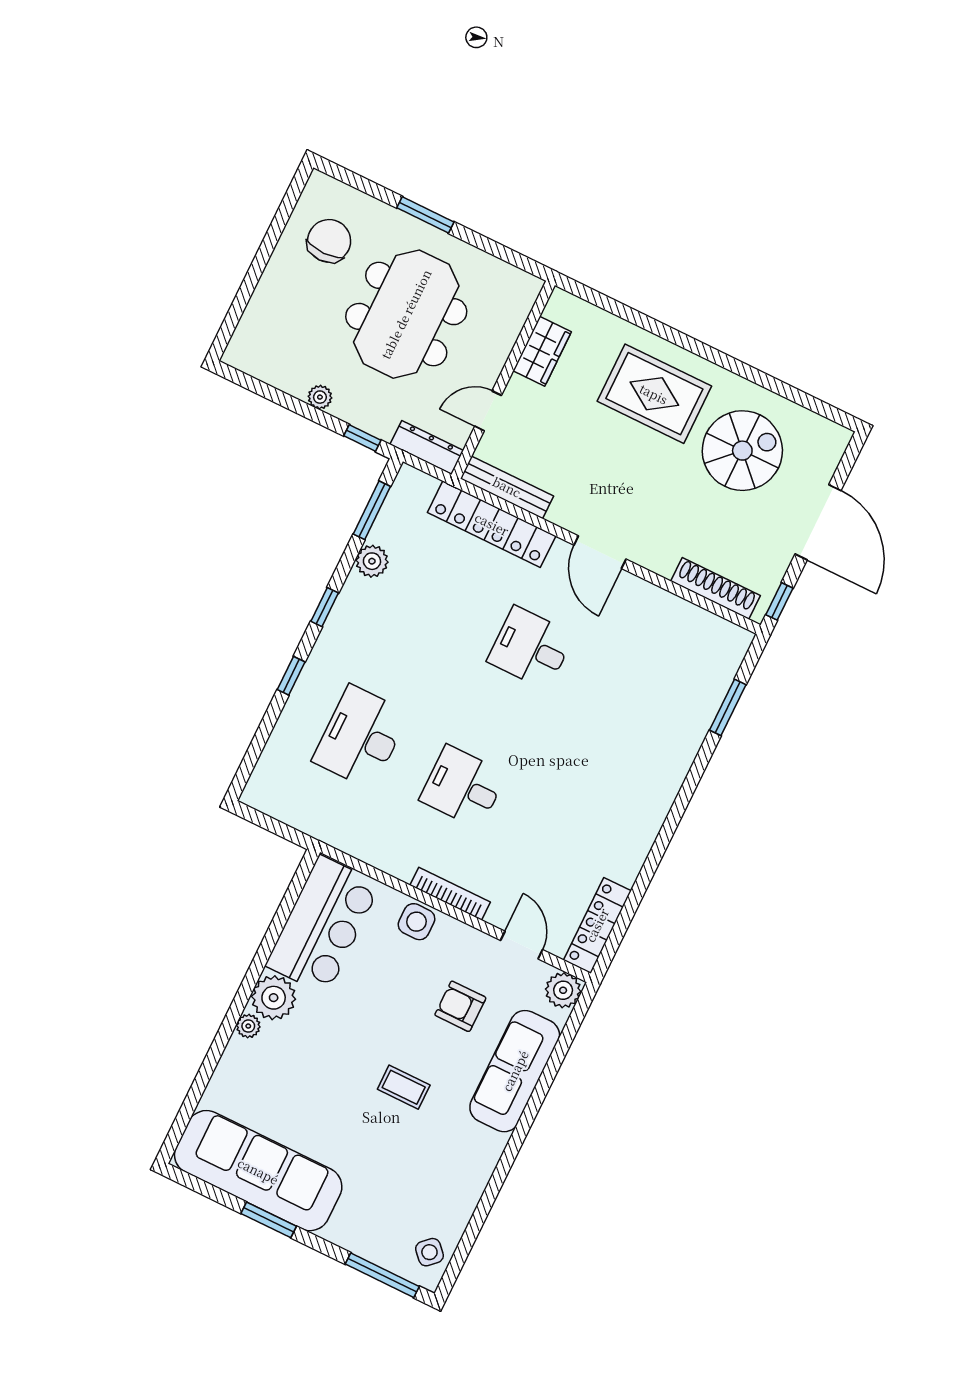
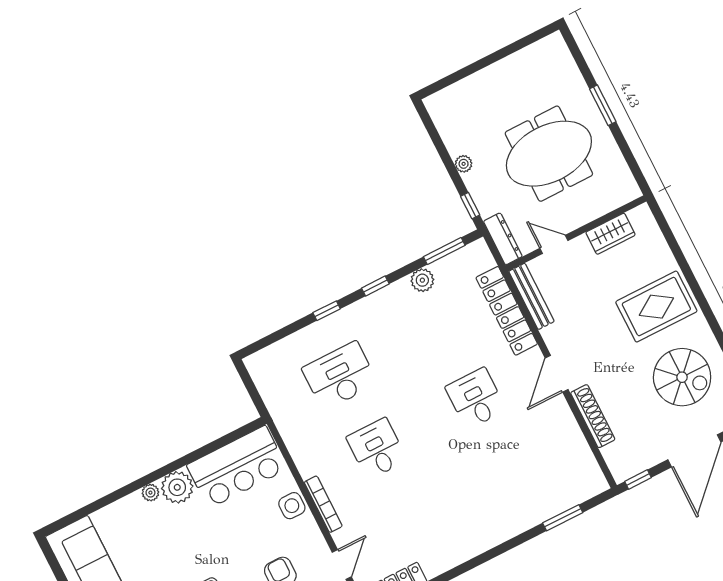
chair: (329, 241) -> (536, 78), removed
rug: (654, 394) -> (656, 307), turned 90
shoe rack: (716, 588) -> (593, 416), moved

